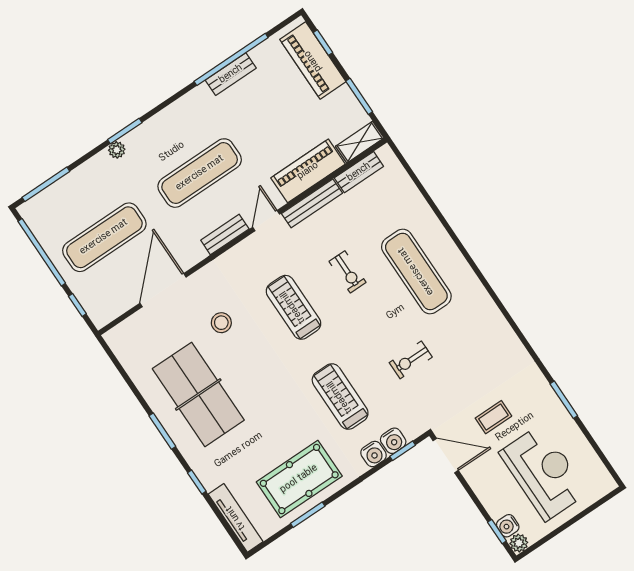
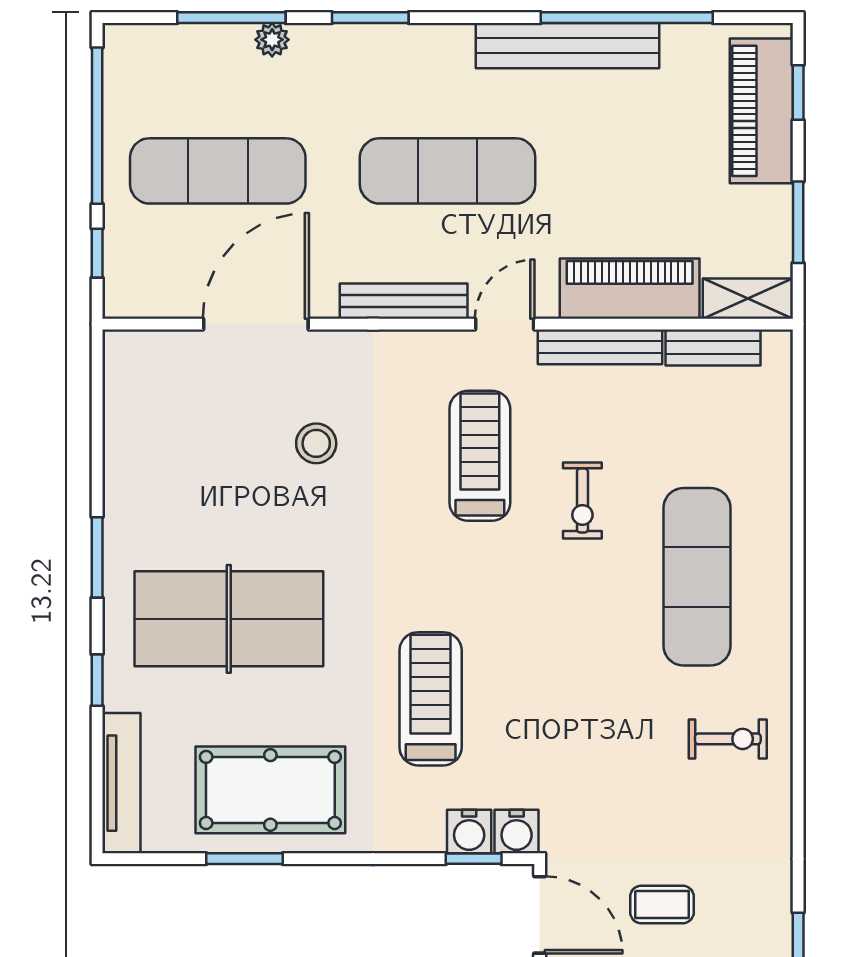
bench: (231, 74) -> (568, 46), width x1.86, depth x1.21
plant: (117, 150) -> (272, 40), moved
window: (46, 184) -> (231, 18), moved
bench: (225, 235) -> (404, 301), width x1.36
treadmill: (293, 307) -> (480, 456), moved
exercise bike: (411, 360) -> (728, 739), moved, turned 180
table tennis table: (198, 394) -> (229, 619), moved, turned 90
water cooler: (374, 454) -> (517, 832), moved

